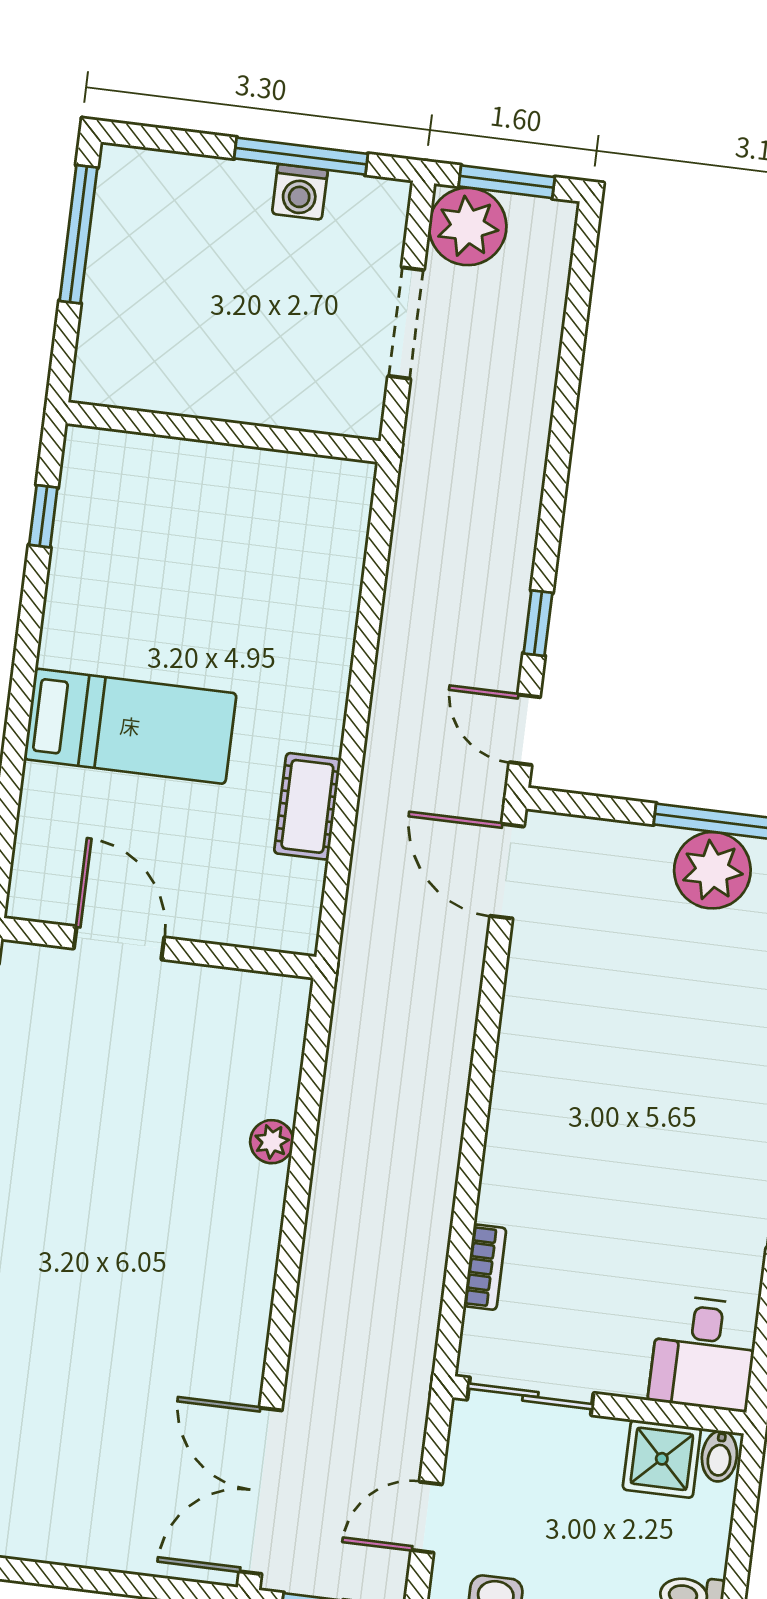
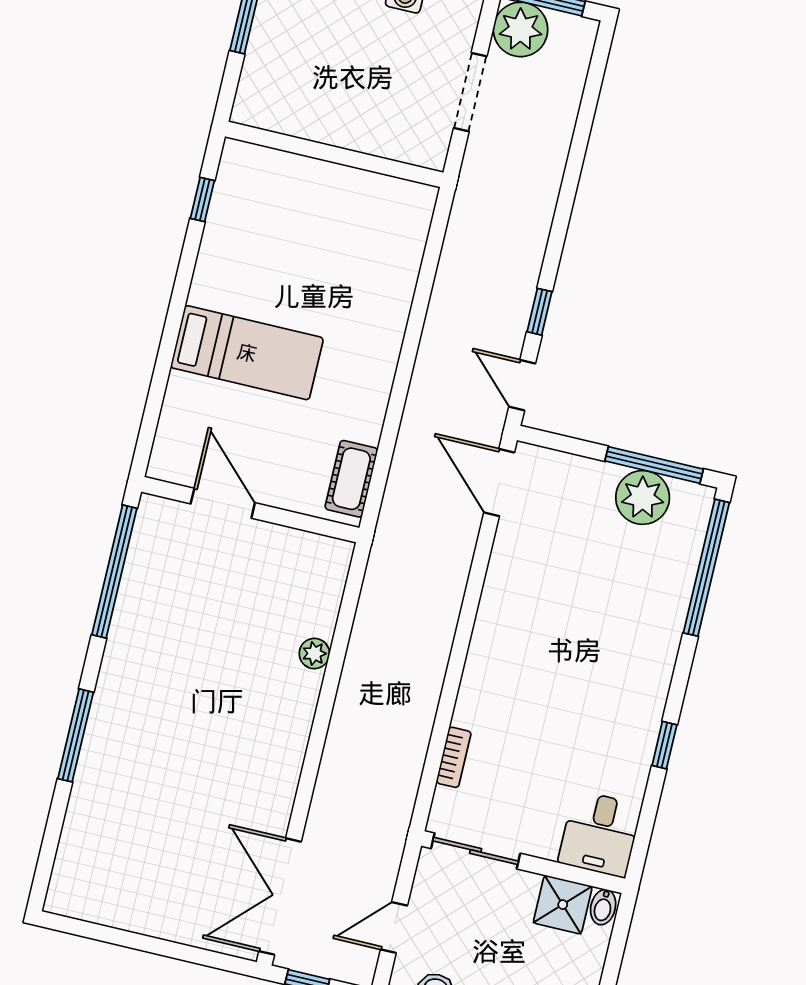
cot: (307, 806) -> (351, 479), moved

